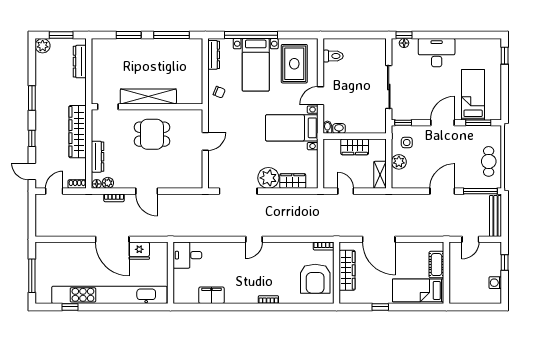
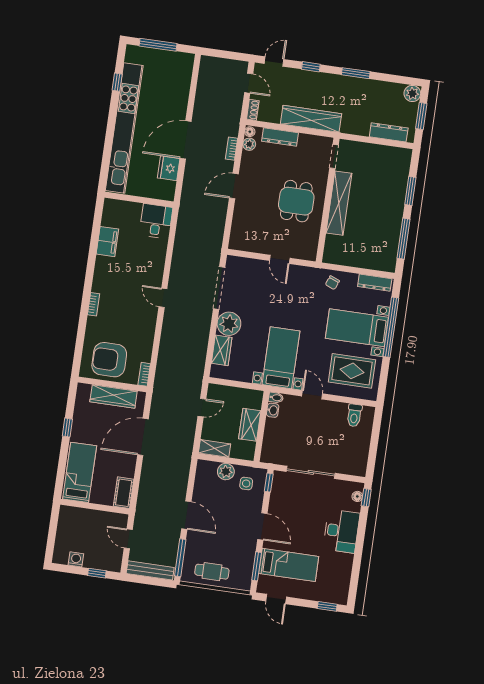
door: (505, 102) -> (276, 599), added
cot: (436, 265) -> (124, 493), moved, turned 90

